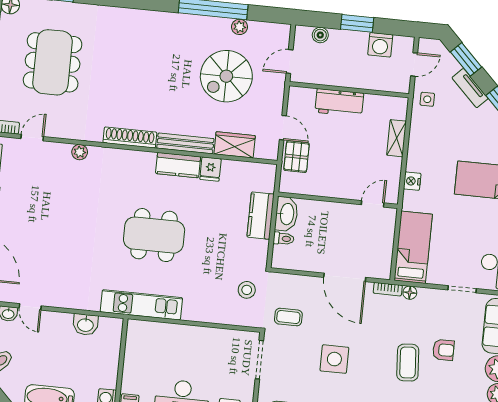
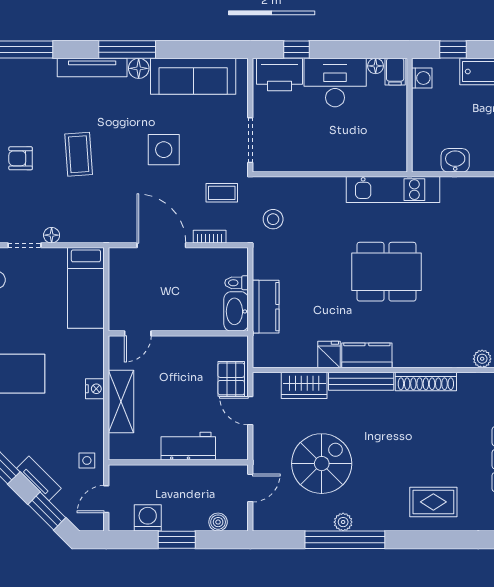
plant: (240, 27) -> (343, 522), moved
rug: (134, 34) -> (433, 502), added
shelving: (397, 138) -> (121, 401), width x1.50, depth x1.33
nightstand: (412, 181) -> (95, 389), moved
bookcase: (388, 289) -> (210, 237), moved
floor lamp: (410, 293) -> (52, 235), moved
armchair: (443, 350) -> (21, 158), moved

